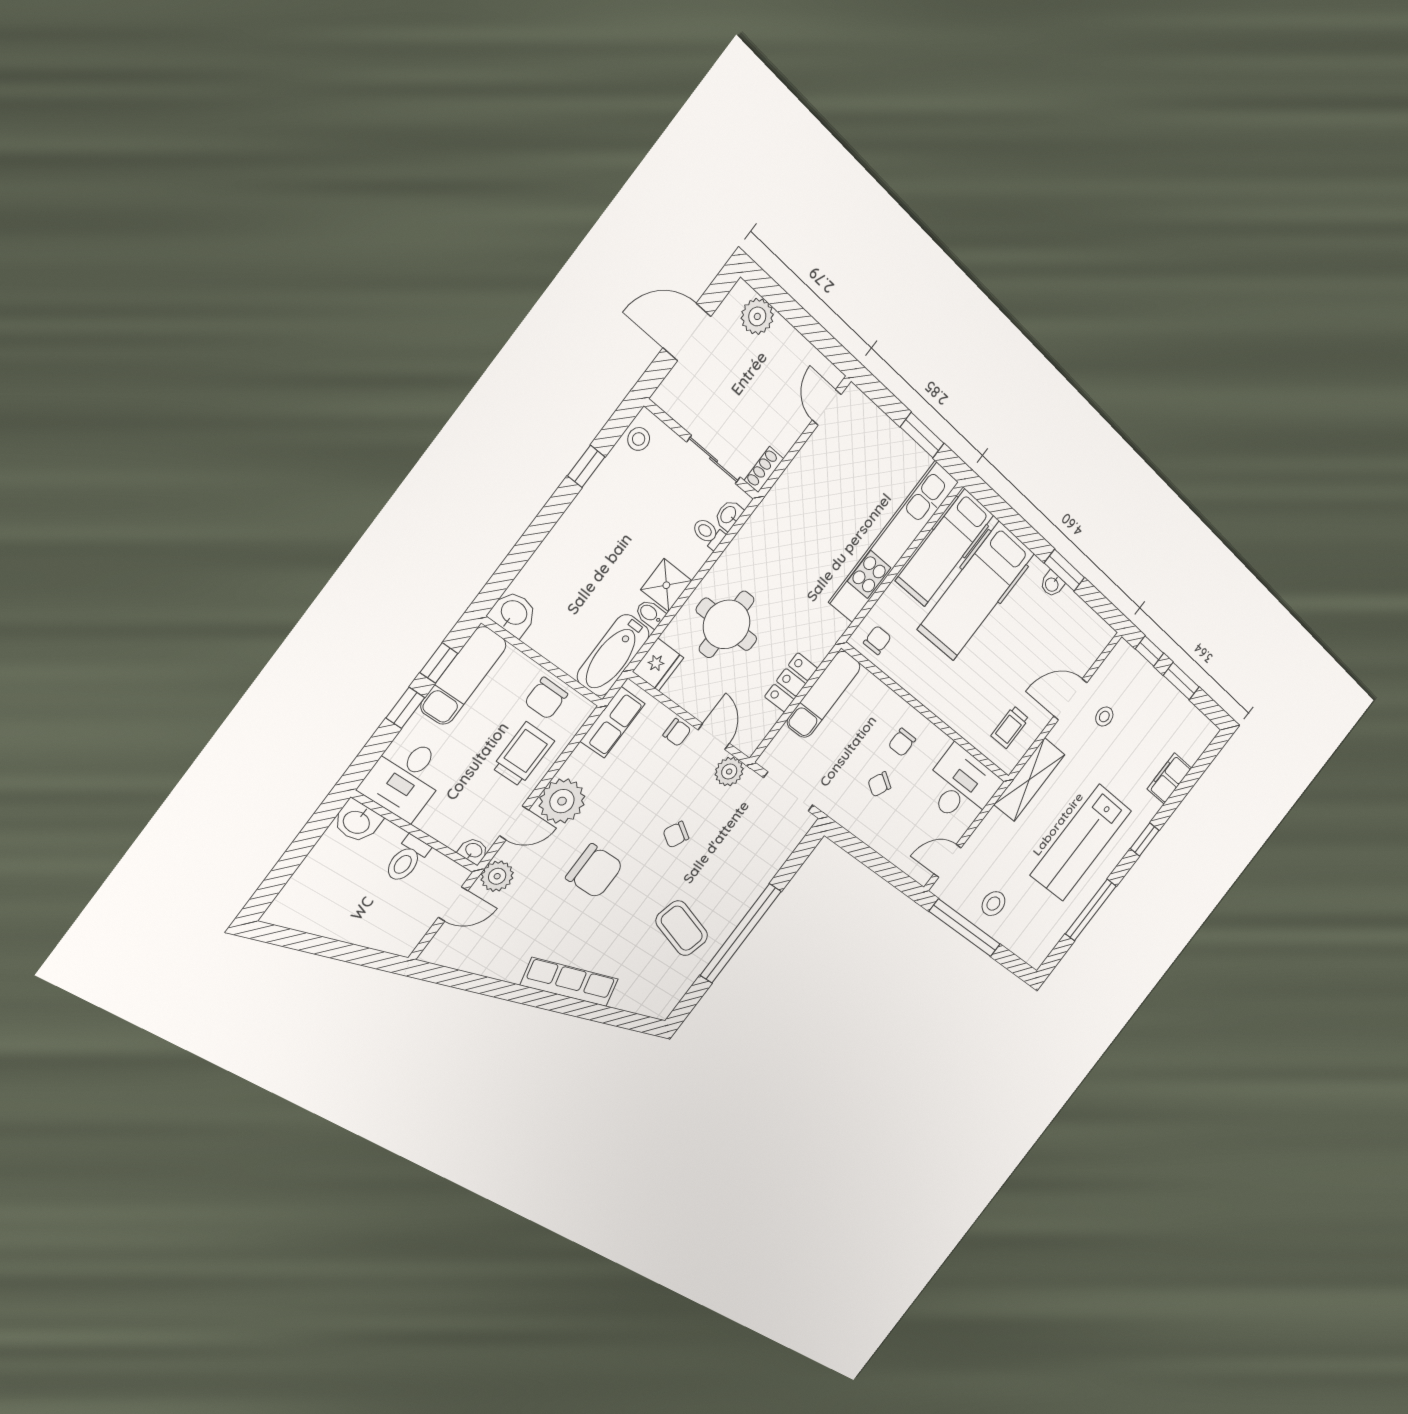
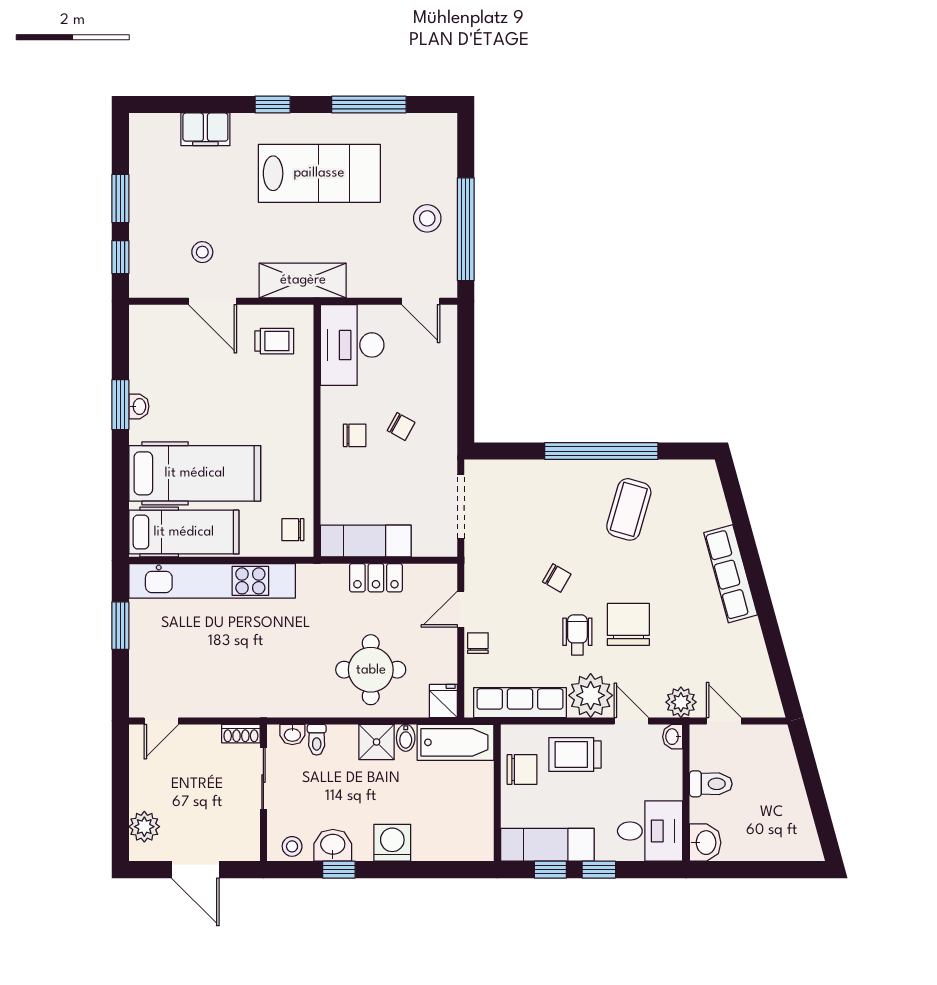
washing machine: (572, 534) -> (392, 843), added
washbasin: (513, 613) -> (333, 845), moved, turned 90
fridge: (658, 665) -> (443, 701), width x0.72
row of seats: (613, 722) -> (520, 703), width x1.48
plant: (729, 772) -> (479, 573), removed
wheelchair: (619, 822) -> (577, 635), added

